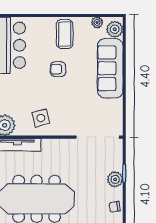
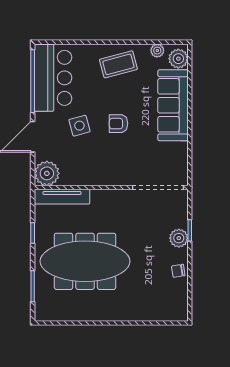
coffee table: (65, 34) -> (118, 64), turned 75
armchair: (58, 69) -> (118, 124), moved
side table: (41, 118) -> (79, 126), moved

